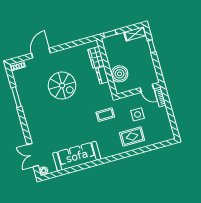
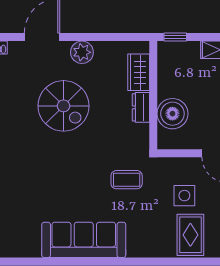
plant: (64, 55) -> (82, 52), added
rug: (132, 137) -> (190, 235), moved, turned 90
sofa: (77, 156) -> (84, 240), moved

